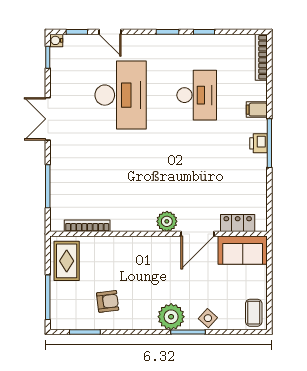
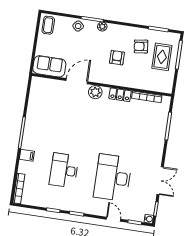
double door: (48, 119) -> (160, 181), moved
printer: (259, 143) -> (29, 133), removed
locker: (238, 223) -> (120, 95), moved
rug: (67, 261) -> (162, 57), moved
armchair: (142, 279) -> (117, 58), added
plant: (171, 317) -> (102, 27), width x0.53, depth x0.53

